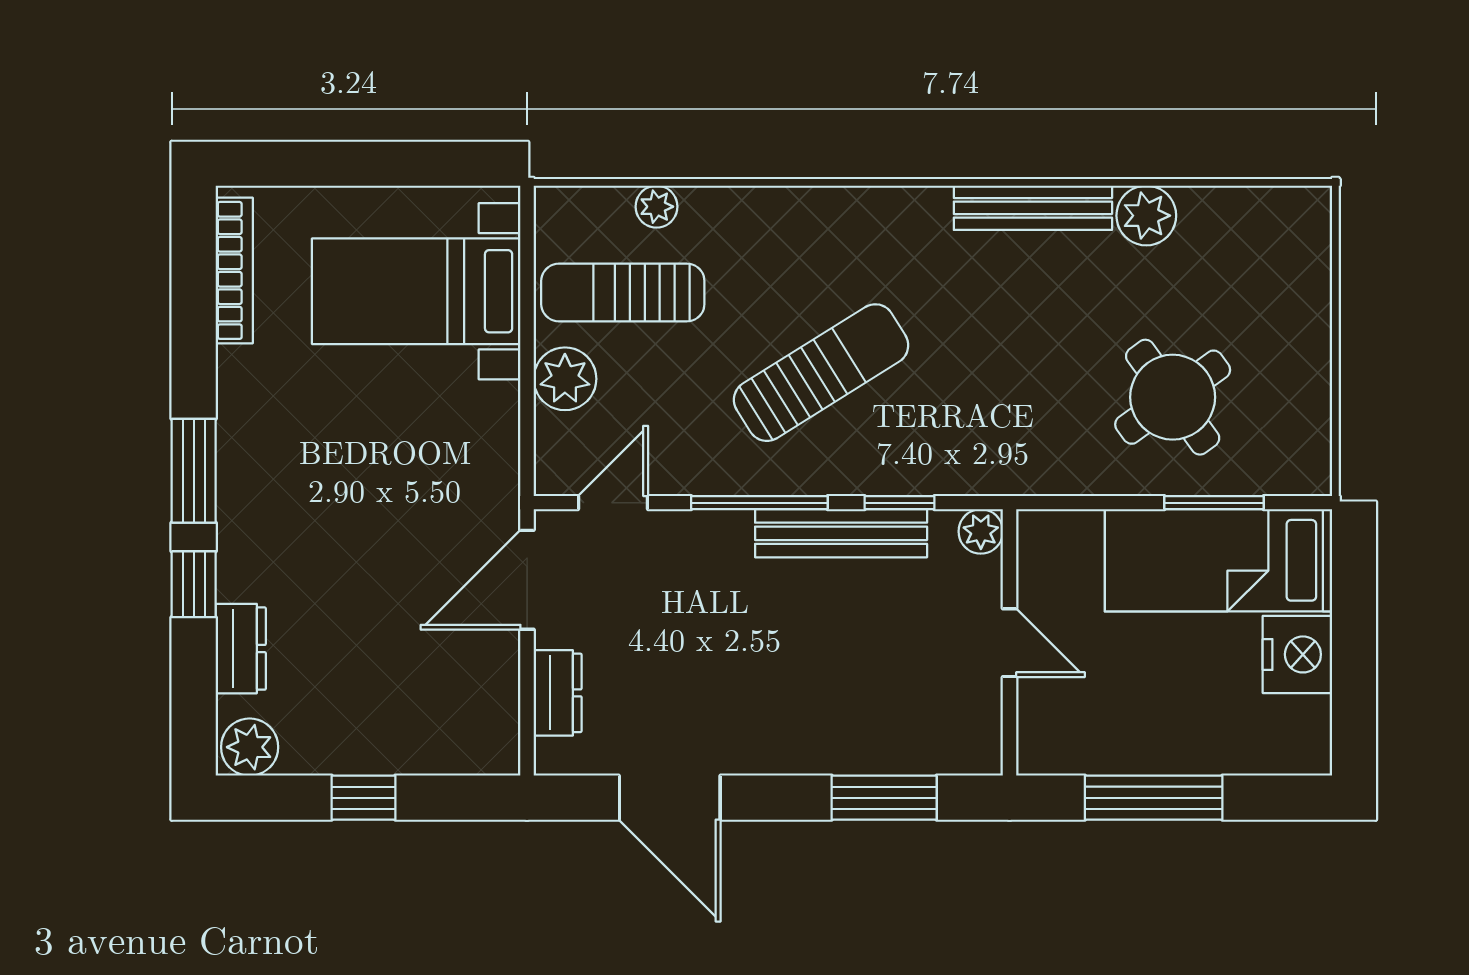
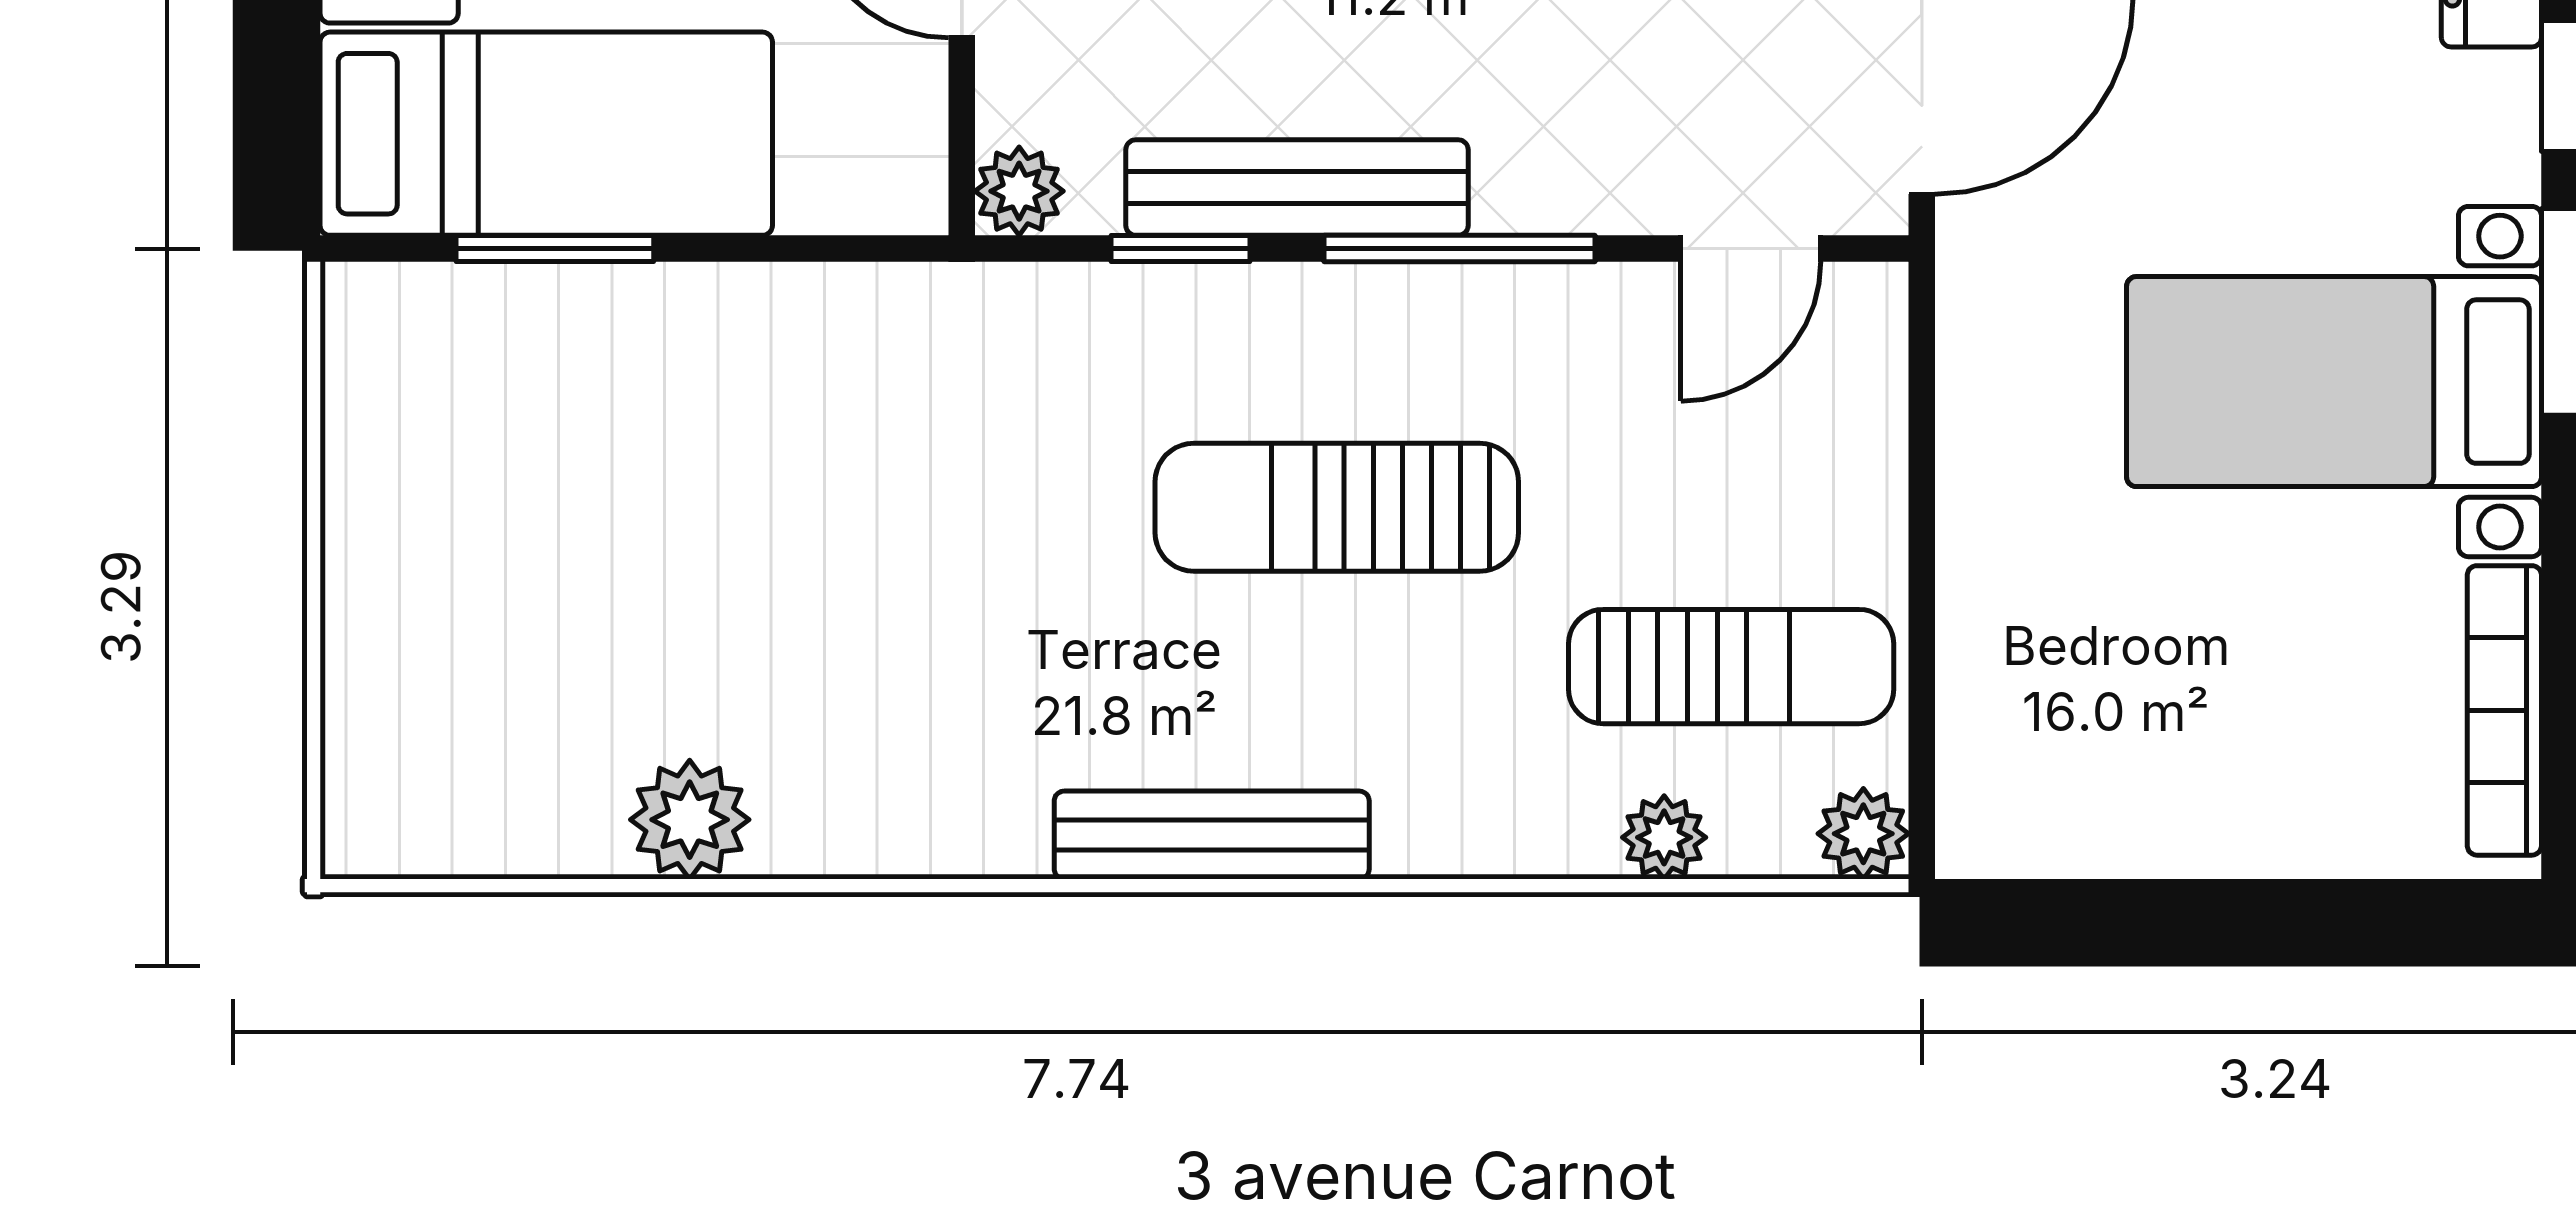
bench: (1033, 208) -> (1212, 835), moved
bed with nightstands: (416, 291) -> (2334, 382), moved, turned 180
sun lounger: (821, 373) -> (1337, 507), turned 32
plant: (565, 379) -> (1863, 834), moved, width x0.73, depth x0.73
round table: (1173, 397) -> (637, 458), removed

